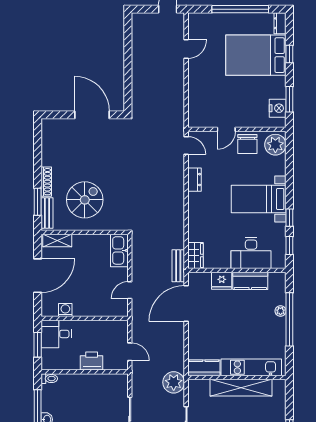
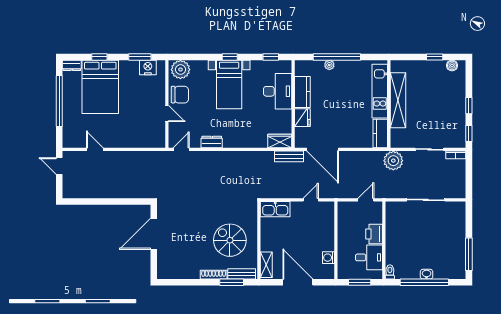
window: (289, 218) -> (230, 57), moved
door: (130, 290) -> (311, 200), swing flipped
desk: (56, 334) -> (369, 257), moved, turned -90

